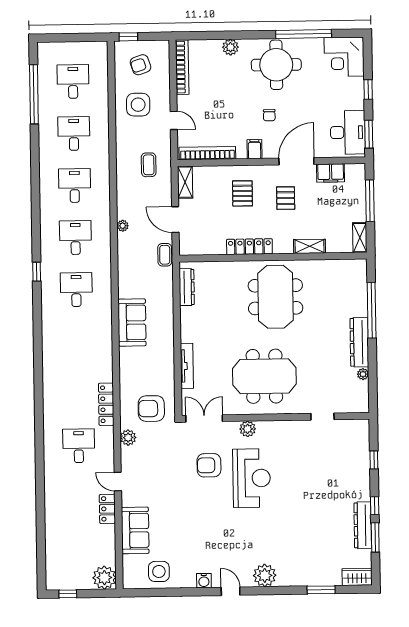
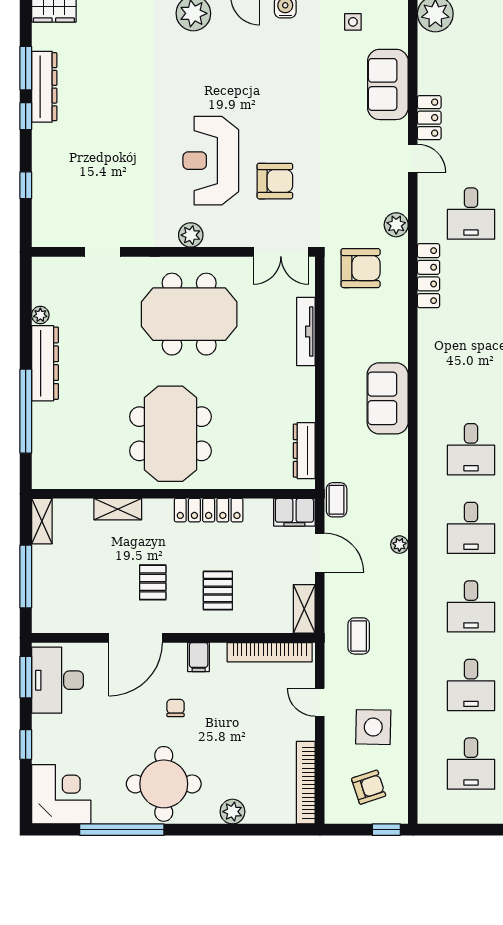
filing cabinet: (331, 173) -> (294, 512), moved, turned 180
plant: (248, 429) -> (191, 235), moved
side table: (159, 571) -> (353, 22), width x0.54, depth x0.54

